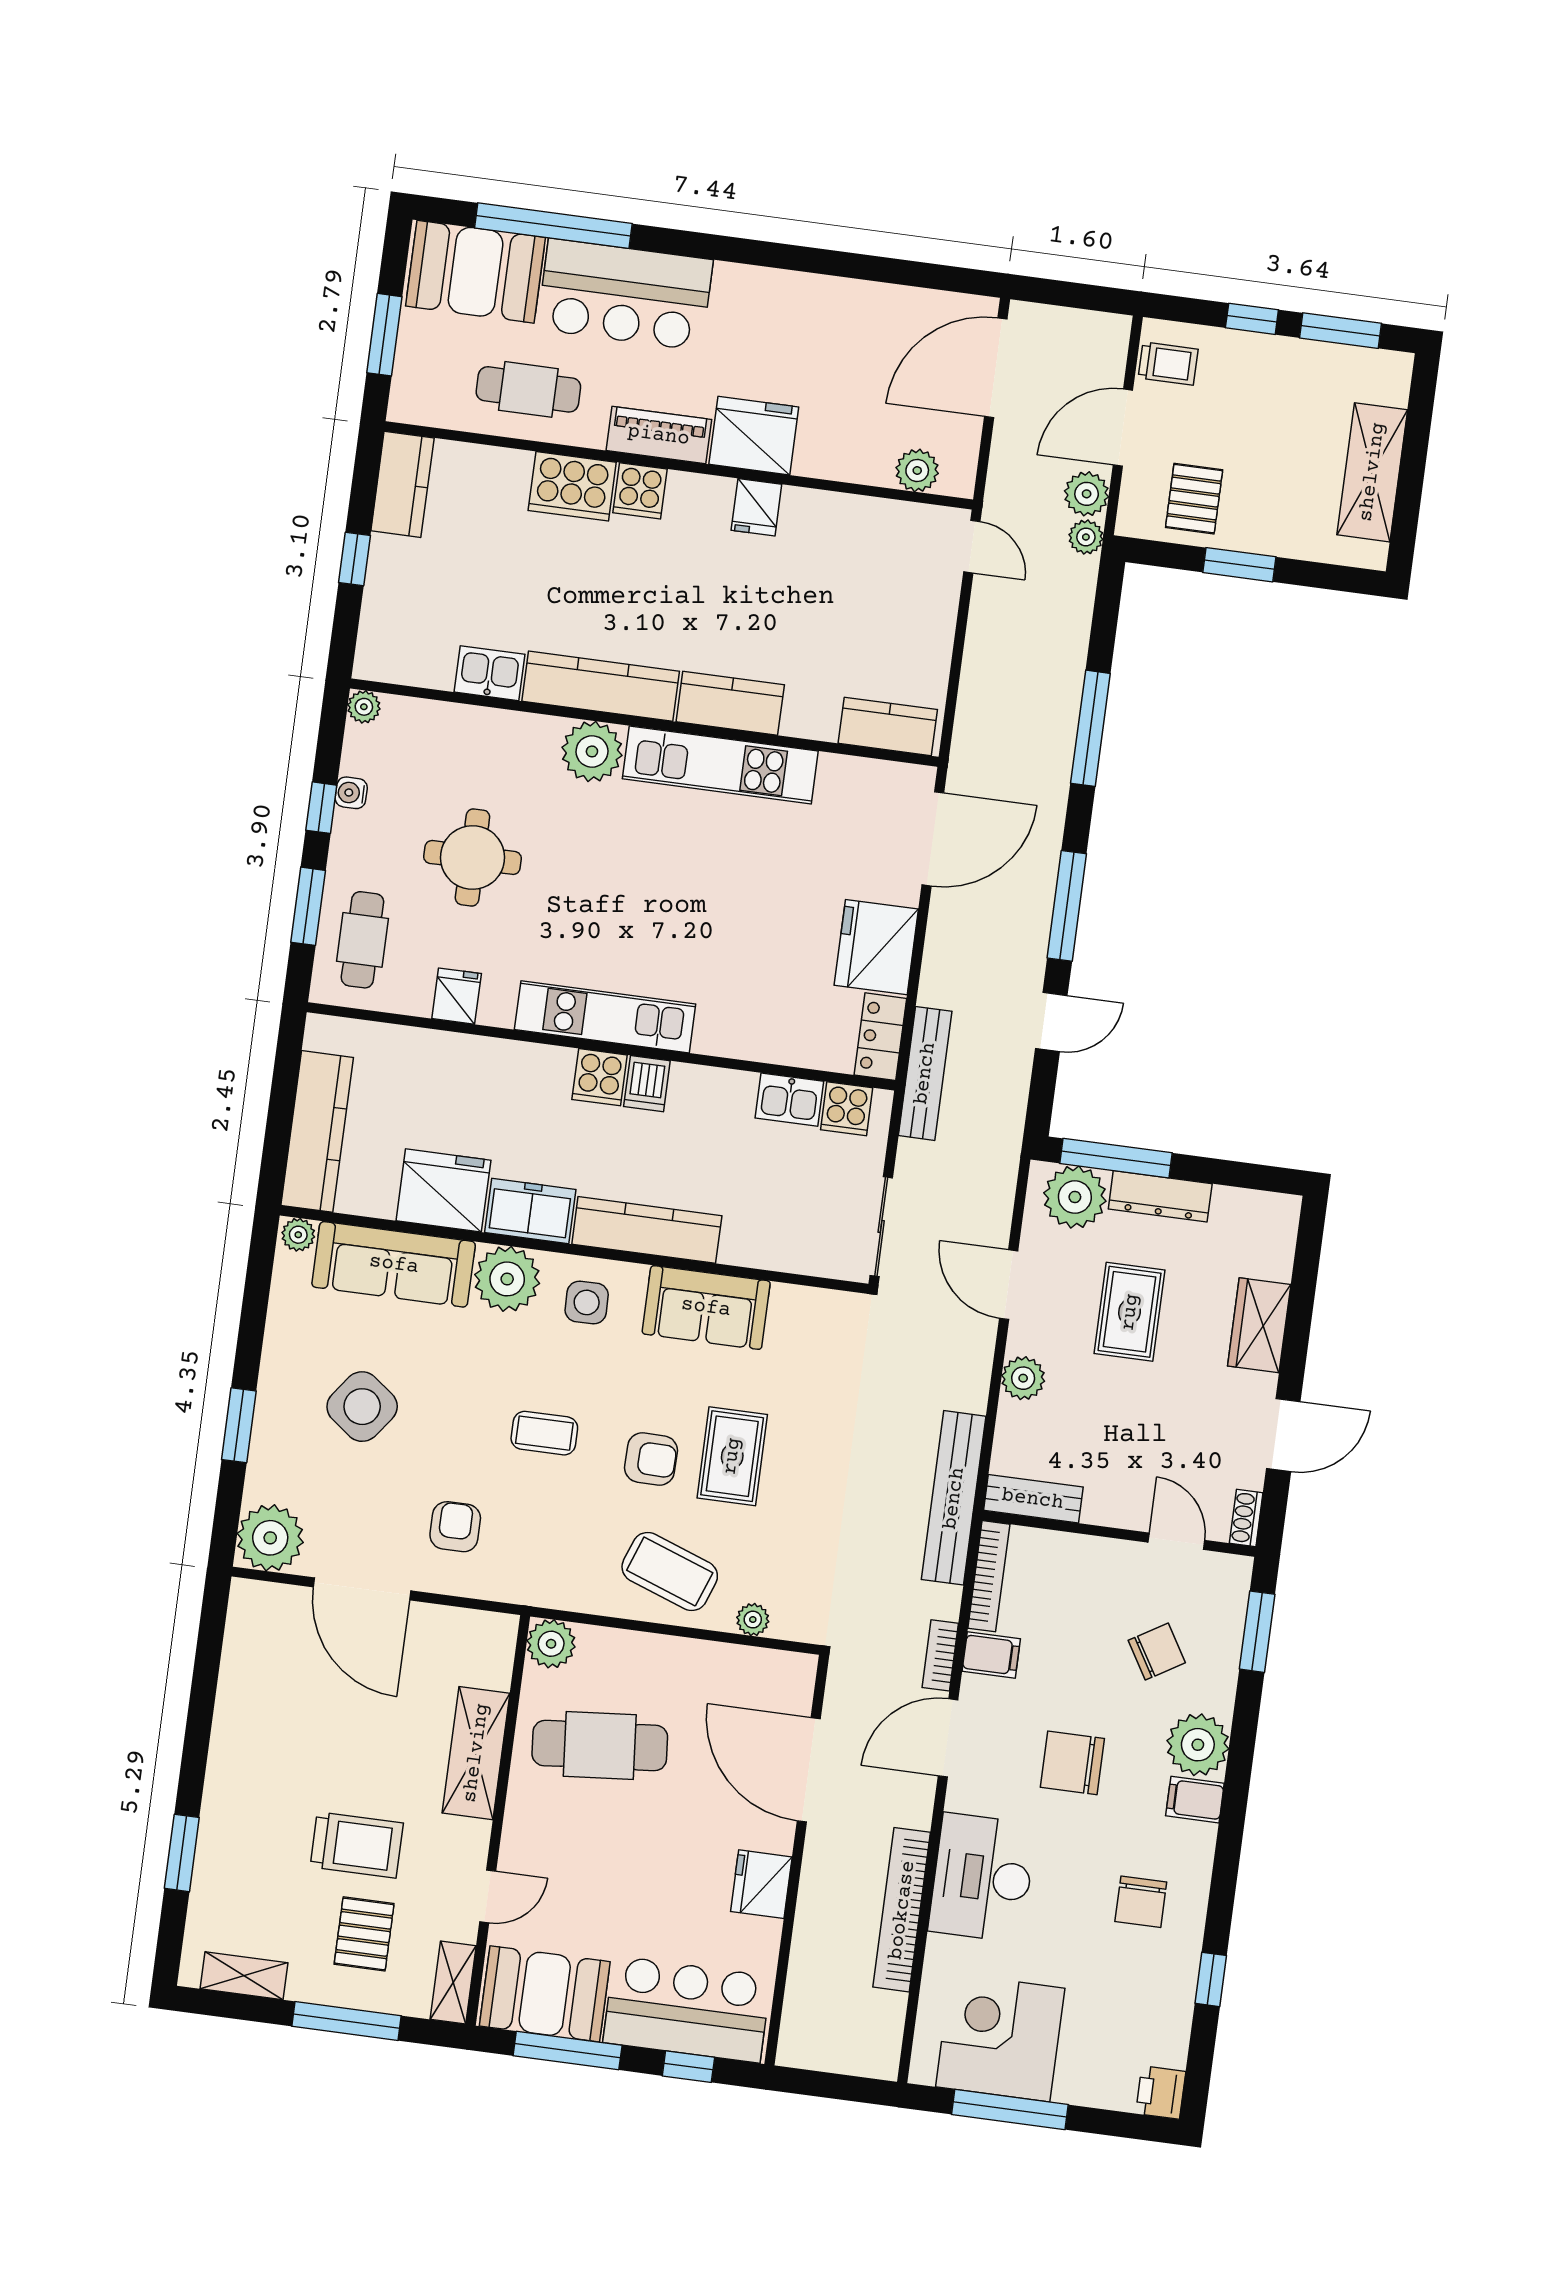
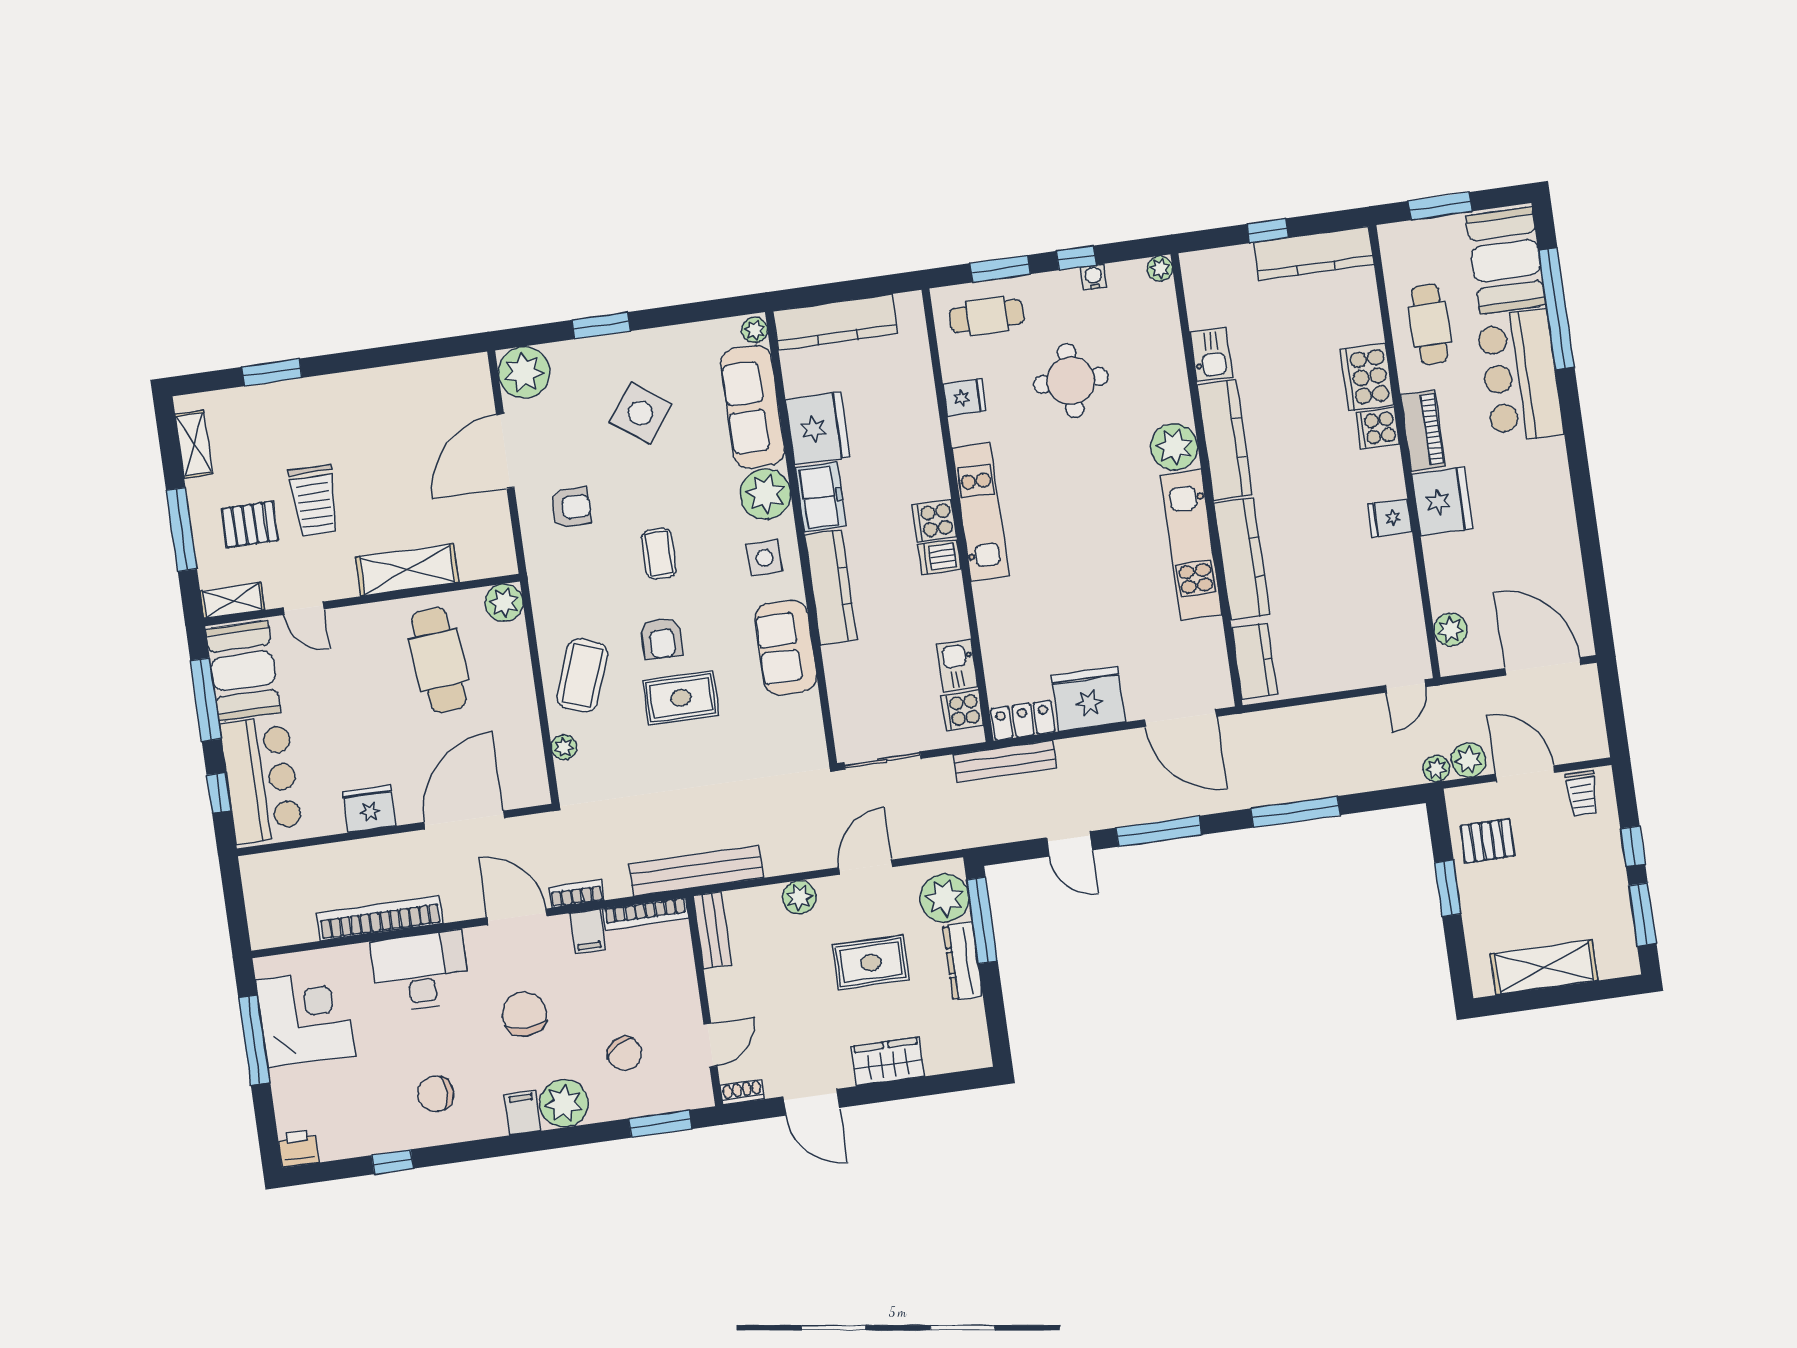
kitchen counter: (402, 484) -> (1314, 253), width x1.50
kitchen counter: (730, 703) -> (1242, 559), width x1.50

